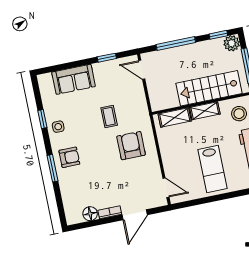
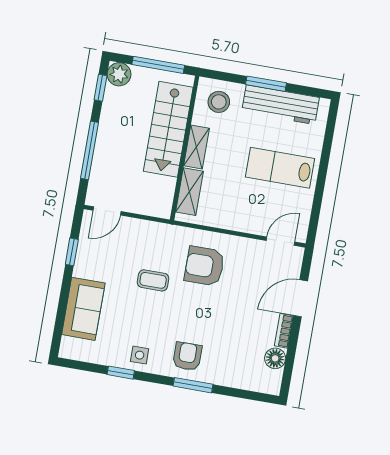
lab bench: (213, 169) -> (280, 168), turned 180
door: (135, 215) -> (300, 298), swing flipped

